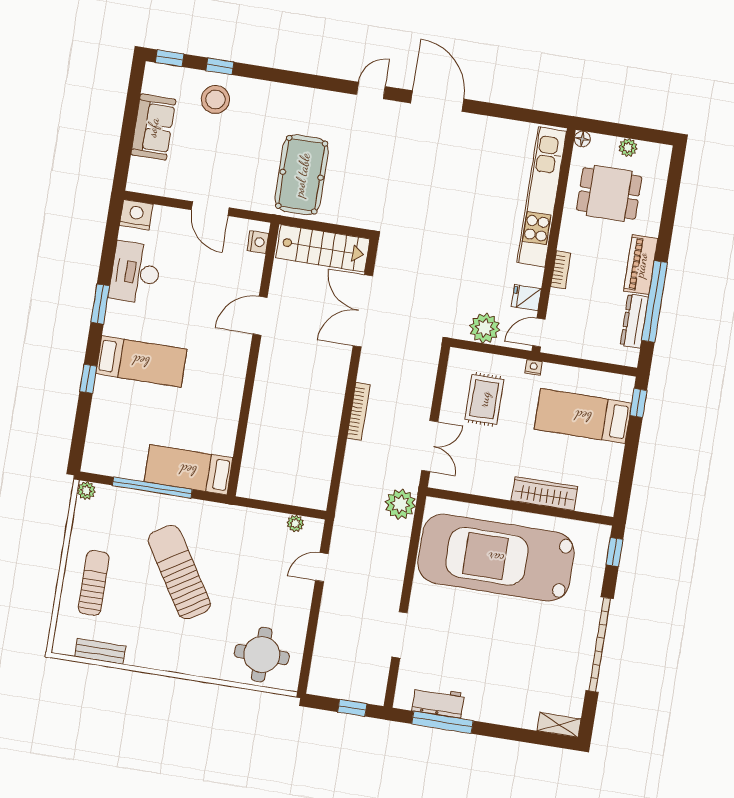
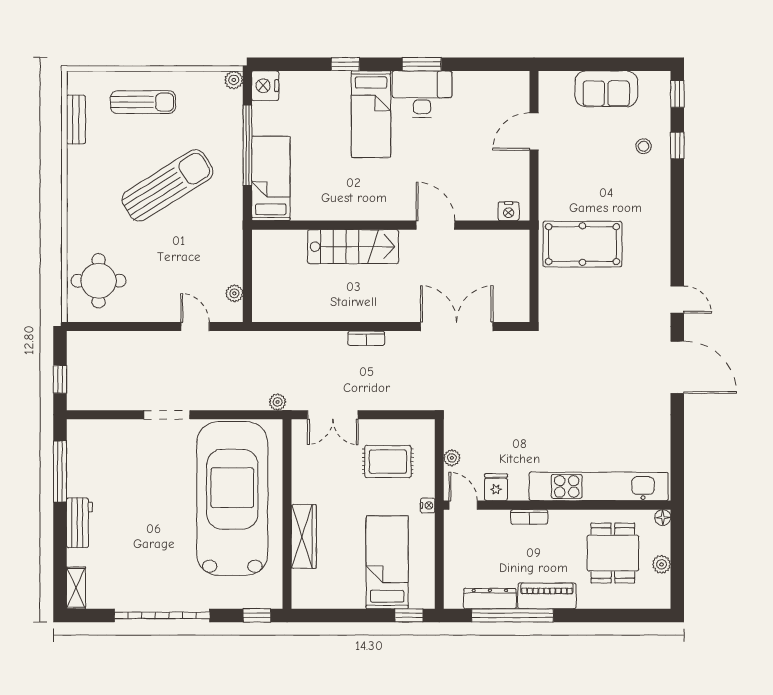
stool: (215, 99) -> (644, 146), width x0.53, depth x0.53
door: (437, 101) -> (677, 367), hinge flipped
door: (210, 209) -> (534, 132), moved
nightstand: (136, 215) -> (265, 86), moved, turned 180
stairs: (323, 248) -> (353, 247), moved, turned -90
desk: (135, 273) -> (422, 94), moved
plant: (485, 328) -> (452, 458), width x0.53, depth x0.53
bookcase: (358, 411) -> (366, 338), width x0.64
plant: (400, 504) -> (278, 402), width x0.53, depth x0.53
doorway: (400, 635) -> (167, 415), moved
workbench: (438, 702) -> (79, 523), moved

